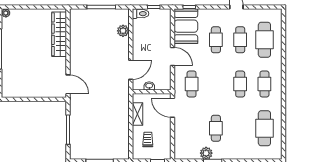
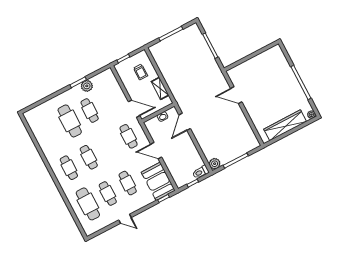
plant: (123, 31) -> (215, 164), moved
wardrobe: (59, 34) -> (285, 125), moved, turned -90
door: (68, 84) -> (236, 95), moved
cafe table: (264, 128) -> (70, 121), moved

